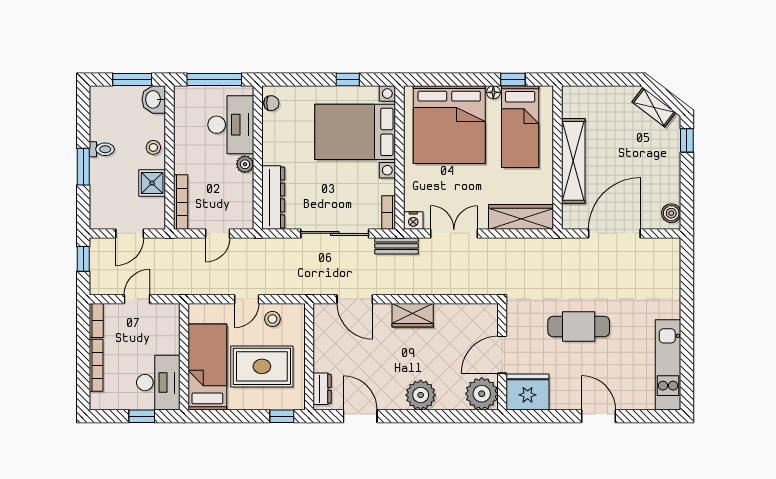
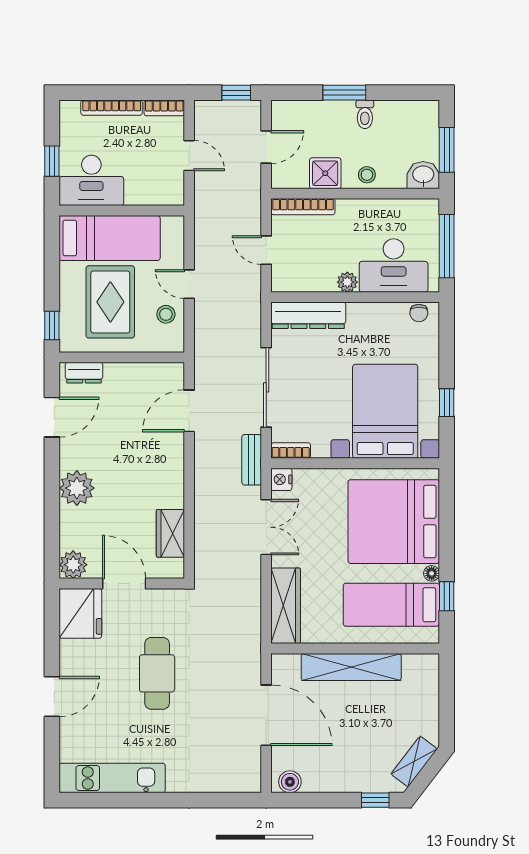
door: (130, 233) -> (266, 147), swing flipped
wardrobe: (413, 315) -> (170, 533), moved
plant: (482, 394) -> (73, 565), width x0.73, depth x0.73

